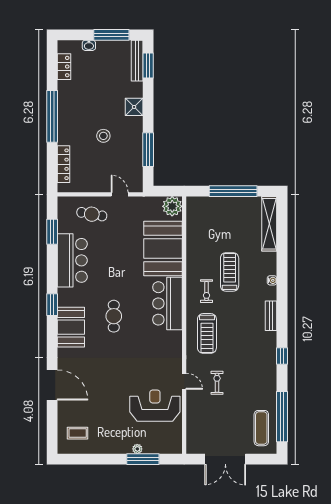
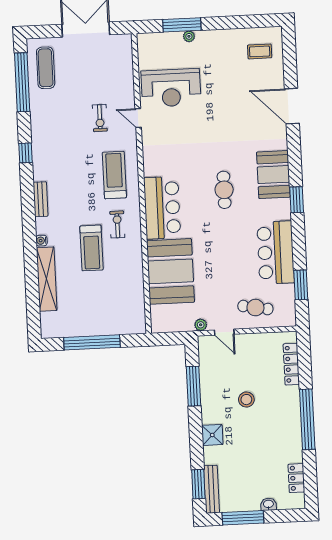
plant: (172, 206) -> (201, 325), moved, width x0.53, depth x0.53
shelving: (269, 224) -> (47, 279), moved

